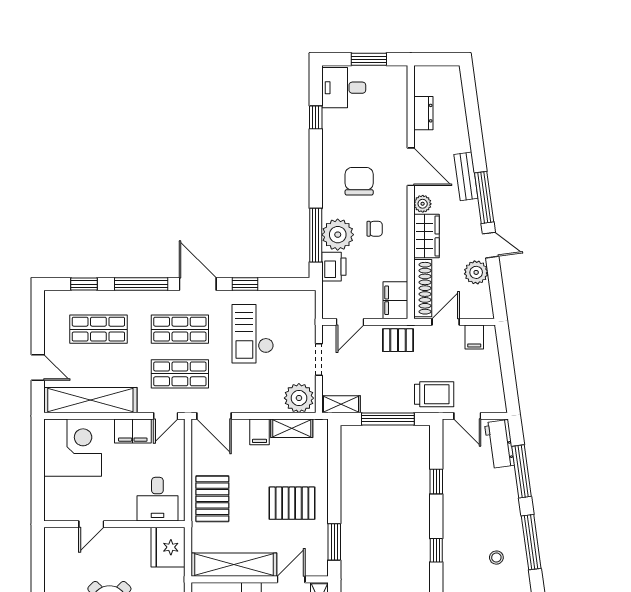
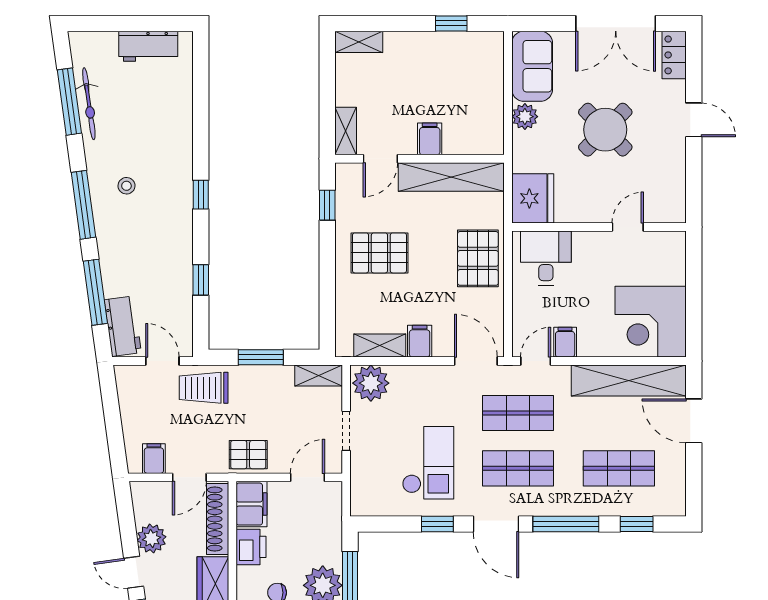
printer: (334, 267) -> (251, 547), moved, turned 180
door: (38, 367) -> (694, 421), width x1.38
window: (388, 419) -> (261, 357), width x0.69
filing cabinet: (133, 431) -> (565, 342), width x0.50
window: (334, 542) -> (327, 205), width x0.67

